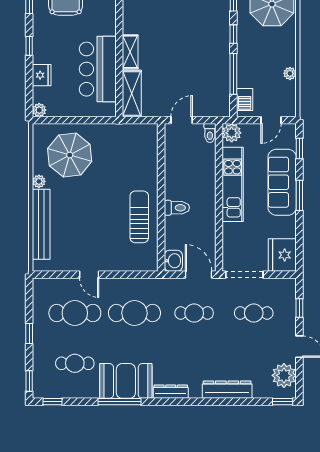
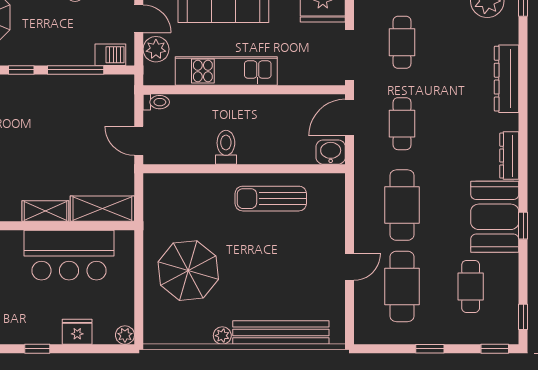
plant: (232, 133) -> (156, 49), moved
parasol: (70, 155) -> (188, 271), moved
toilet: (177, 208) -> (226, 147), moved
window: (119, 402) -> (523, 226), width x0.46

